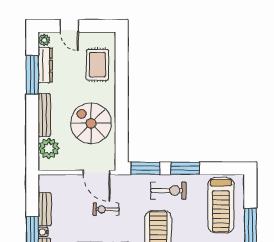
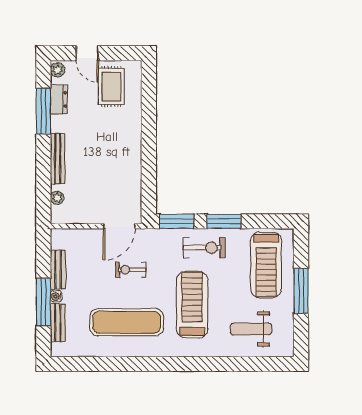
dresser: (45, 65) -> (59, 100), width x0.70
rug: (97, 65) -> (111, 86), moved
spiral stairs: (91, 123) -> (113, 168), removed
plant: (49, 148) -> (57, 198), width x0.53, depth x0.53
door: (97, 172) -> (119, 226), hinge flipped

